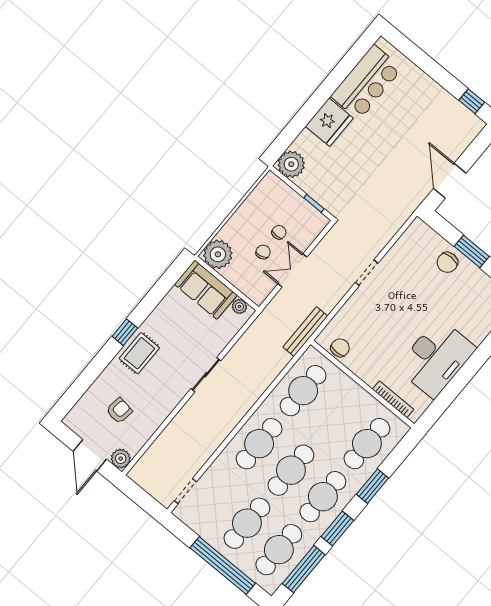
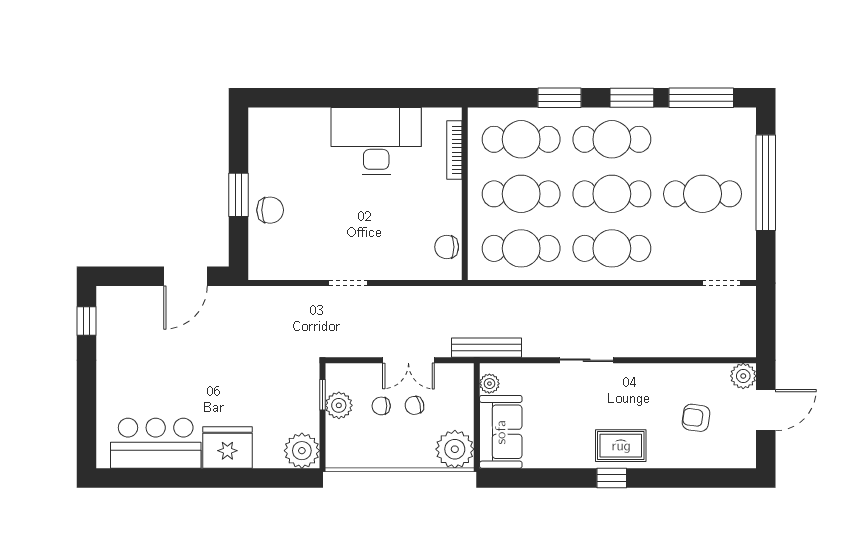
plant: (300, 208) -> (339, 405), added
bench: (305, 332) -> (487, 348), moved
cafe table: (279, 550) -> (521, 194), moved

